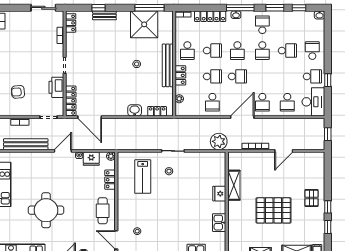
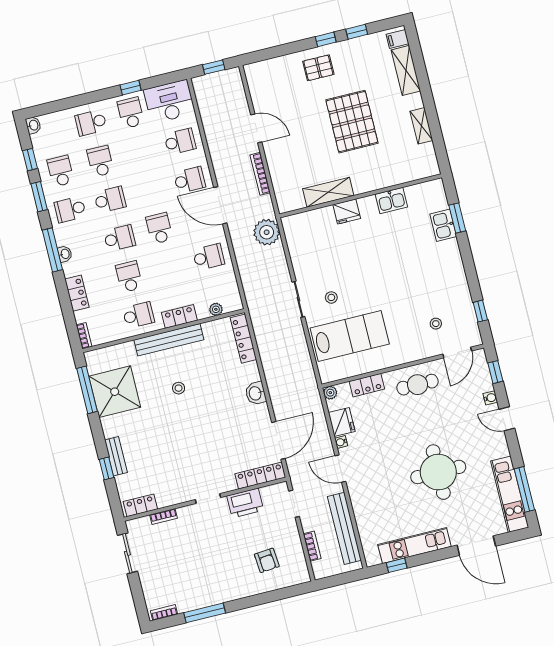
locker: (210, 16) -> (77, 293), width x0.66
school desk: (212, 76) -> (61, 171), moved
washbasin: (135, 110) -> (256, 393), moved
locker: (157, 111) -> (243, 339), width x1.53
lab bench: (143, 177) -> (350, 336), width x1.36, depth x1.39

